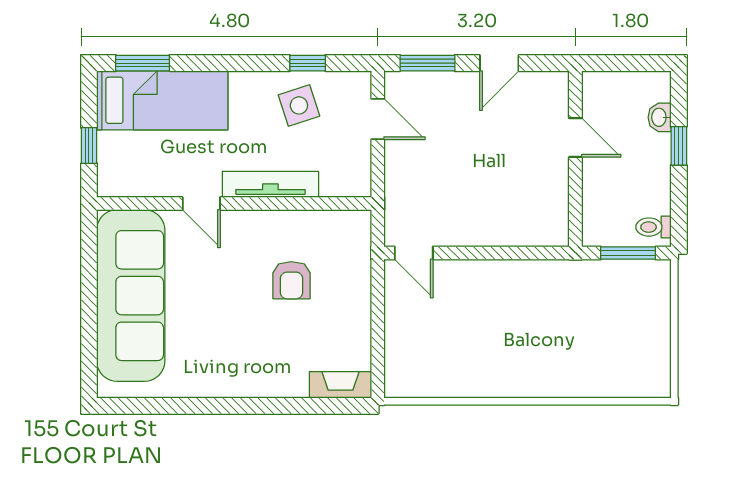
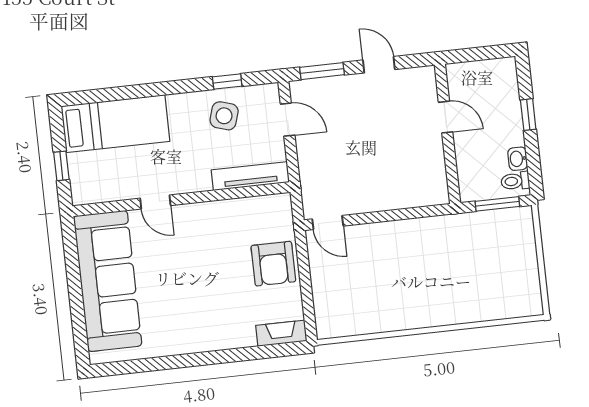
window: (143, 63) -> (97, 96), removed
door: (499, 63) -> (379, 65), swing flipped
side table: (299, 105) -> (224, 116), turned 35
washbasin: (660, 117) -> (518, 159), moved
tv unit: (270, 184) -> (250, 176), moved
armchair: (291, 280) -> (273, 264), moved, width x1.38, depth x1.38

